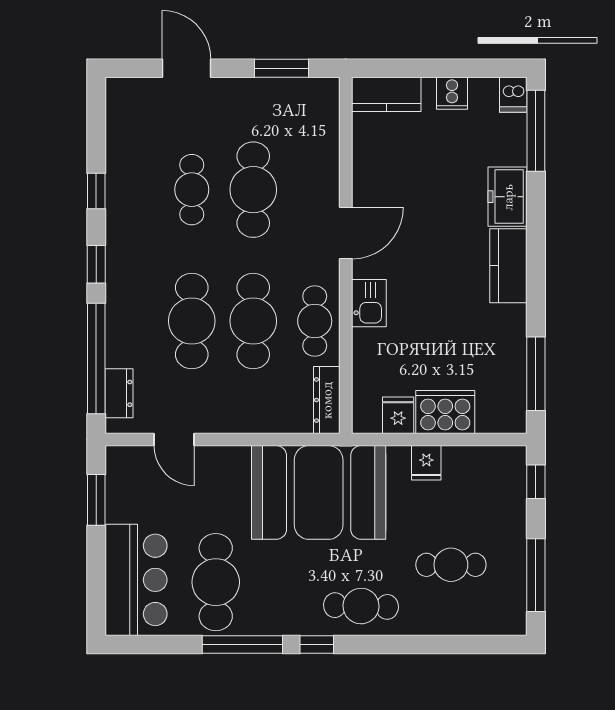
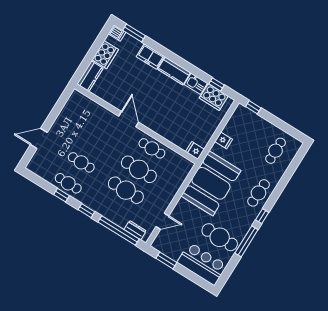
window: (282, 68) -> (59, 106), removed
cooker: (452, 93) -> (105, 55), width x1.87, depth x1.31
window: (536, 131) -> (134, 33), width x0.69
cafe table: (253, 190) -> (68, 183), moved, width x0.73, depth x0.74
kitchen sink: (369, 303) -> (196, 84), moved, turned 180
window: (536, 374) -> (217, 84), width x0.46
dresser: (327, 400) -> (181, 161), removed
cooker: (445, 412) -> (214, 97), moved, turned -90
fridge: (398, 415) -> (195, 150), moved
cafe table: (451, 565) -> (276, 151), moved
window: (536, 575) -> (285, 127), removed

